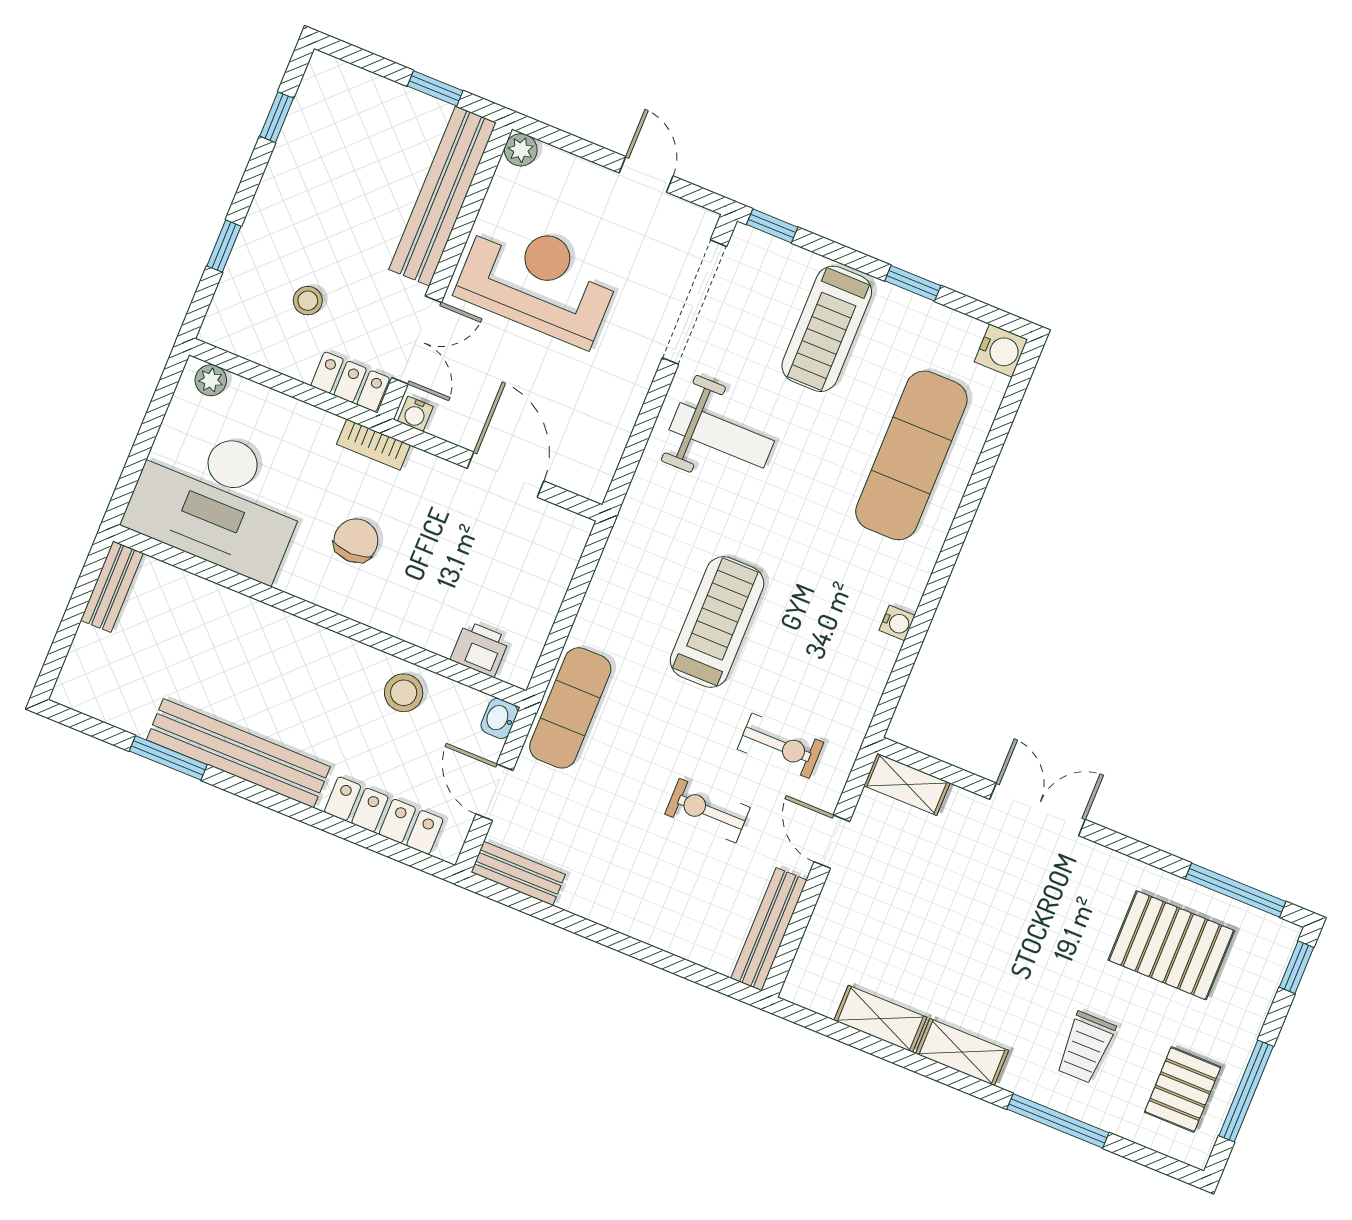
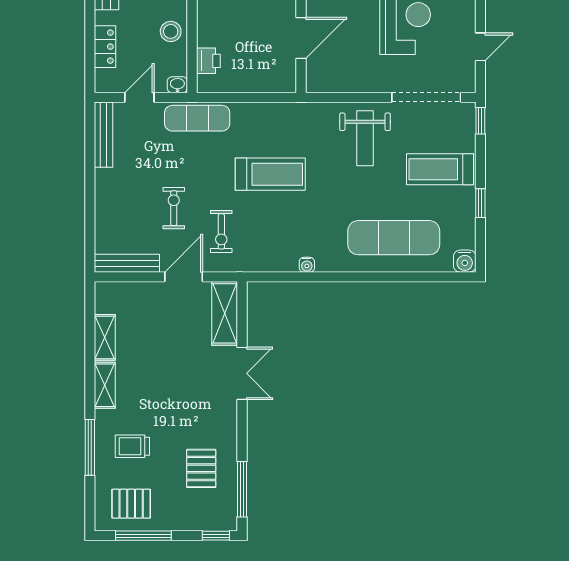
shelving: (907, 784) -> (225, 313), width x1.50, depth x1.33
locker: (384, 816) -> (105, 47), width x0.66
door: (832, 842) -> (184, 277), width x1.38
bench: (518, 873) -> (104, 135), width x1.36
pallet: (1171, 945) -> (201, 468), width x0.67, depth x0.71

